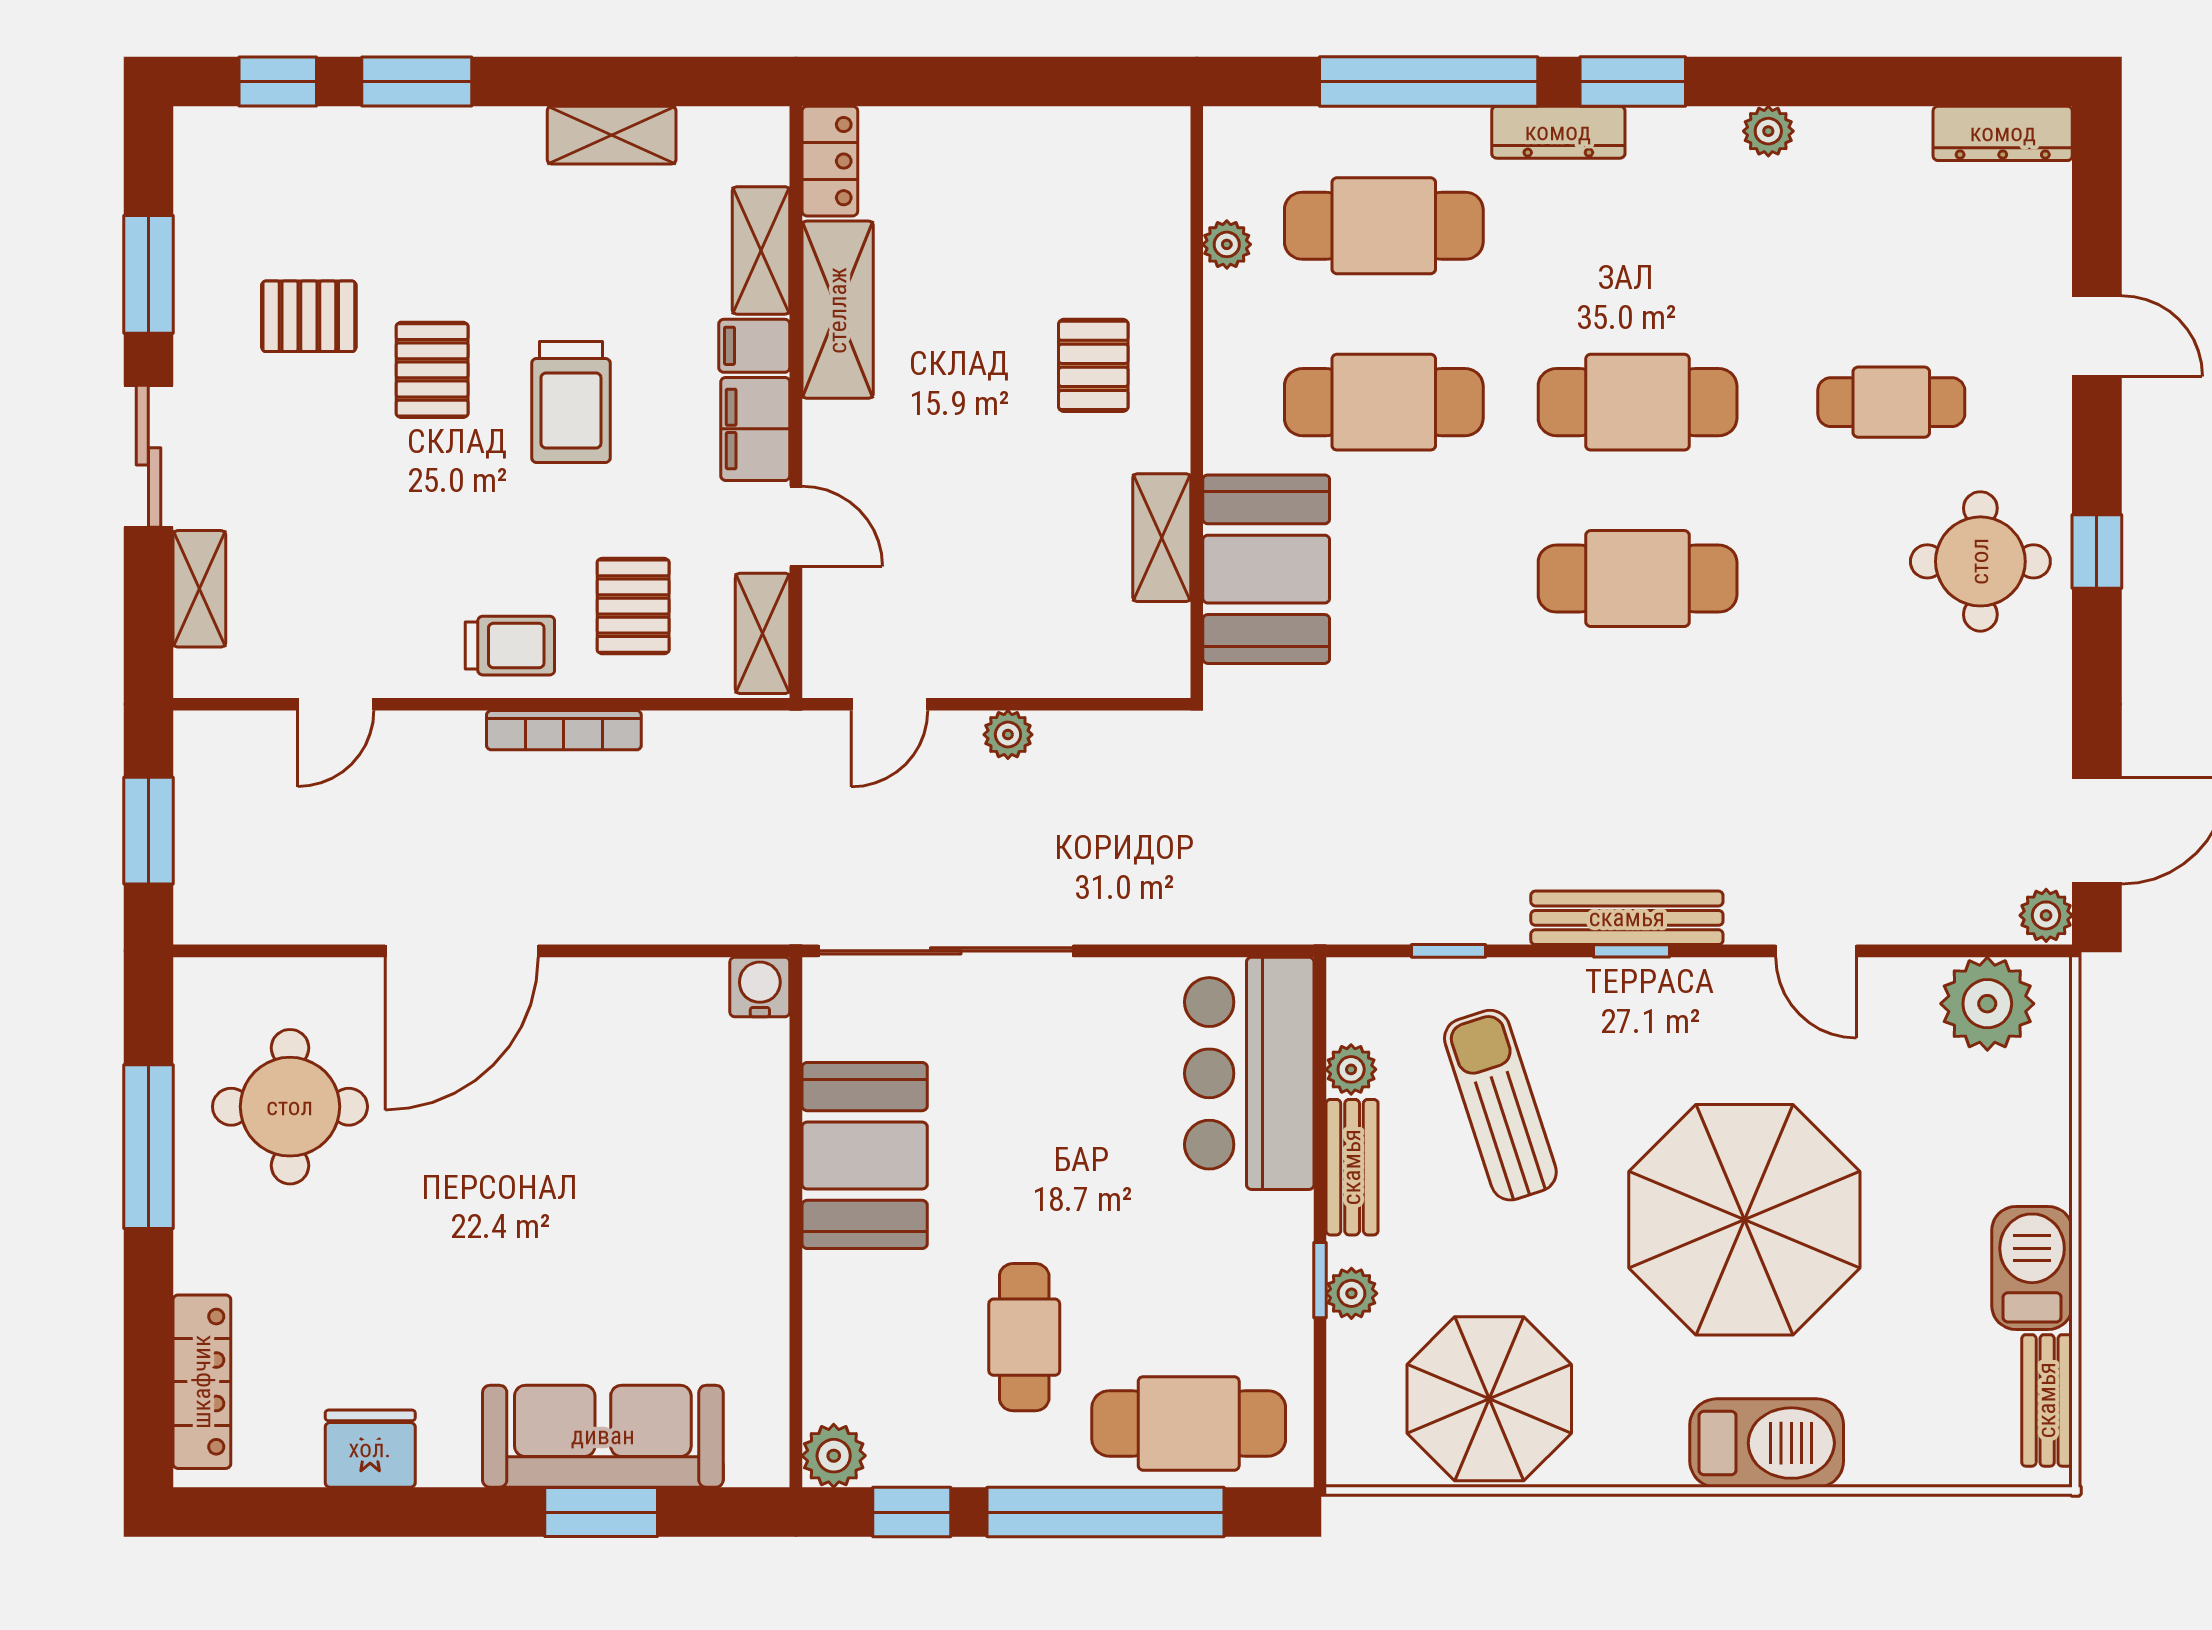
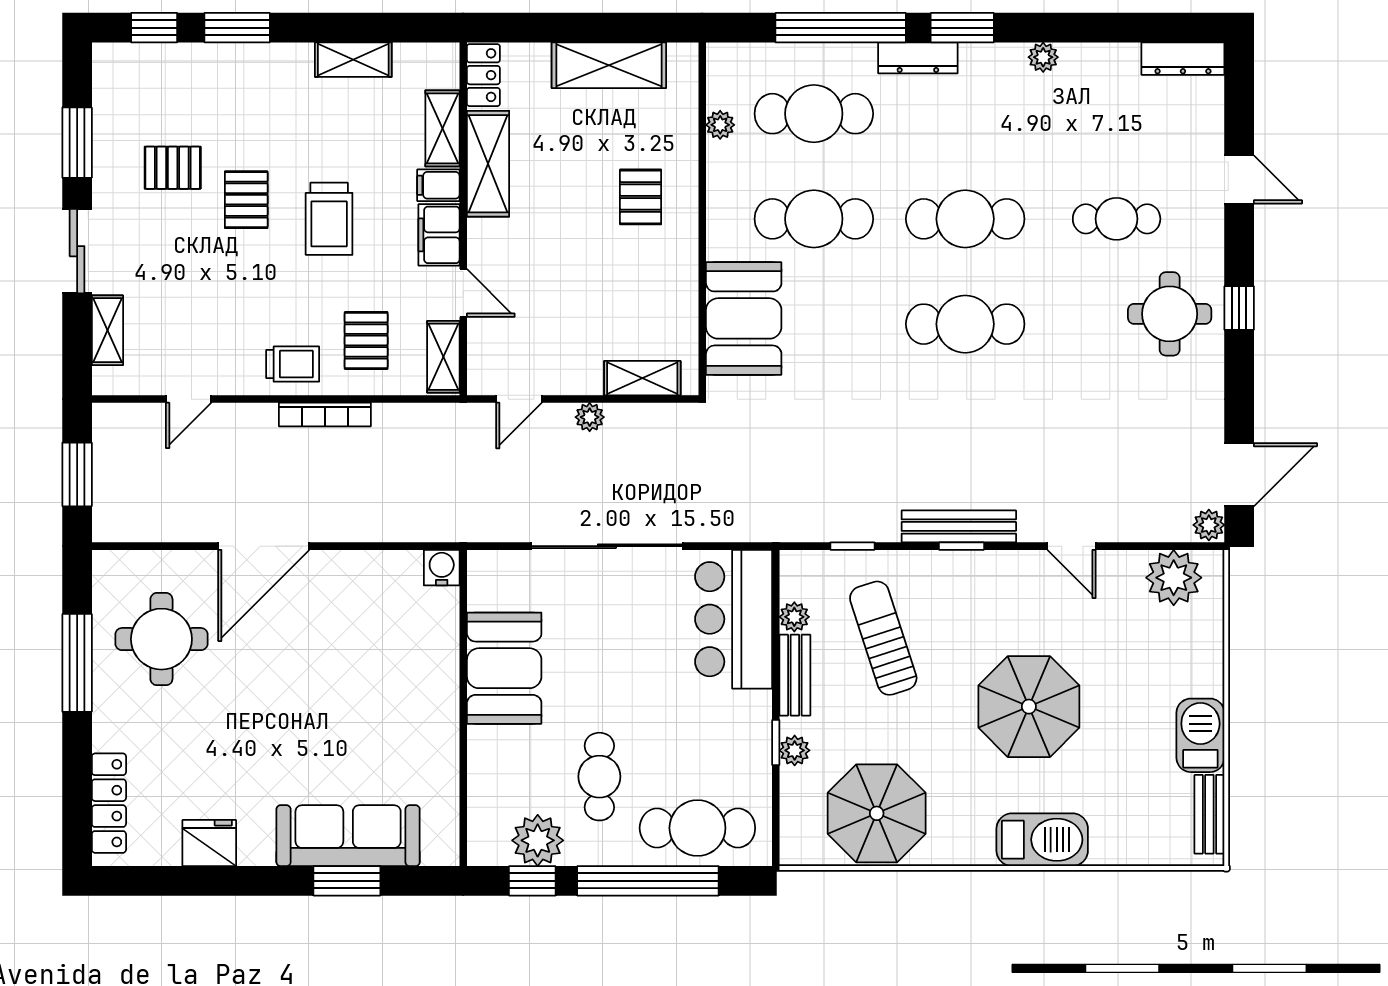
shelving: (1040, 145) -> (609, 65), added
shelving: (1162, 538) -> (642, 378), moved, turned 90
sliding door: (946, 951) -> (607, 546), moved
parasol: (1744, 1220) -> (1029, 707), width x0.73, depth x0.73
plant: (834, 1456) -> (538, 840), moved, width x1.36, depth x1.36

